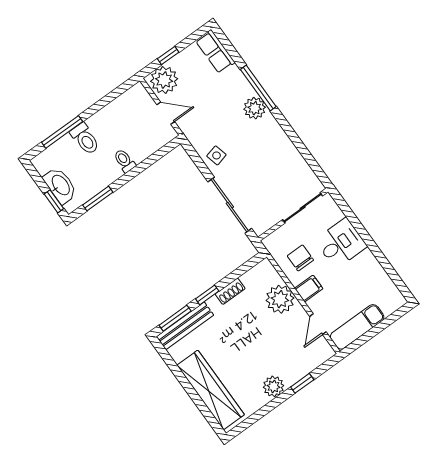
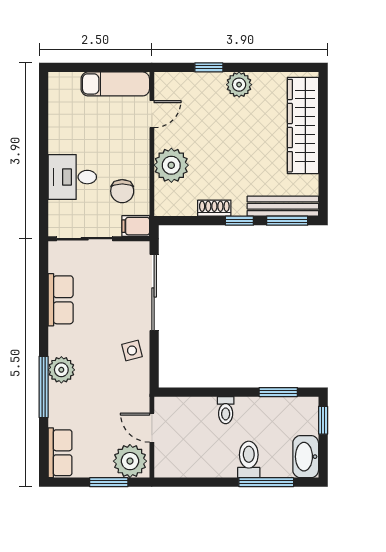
window: (168, 55) -> (109, 482), width x1.50
row of seats: (289, 155) -> (61, 300), added
washbasin: (60, 185) -> (306, 457), moved
filing cabinet: (309, 289) -> (136, 226), moved

